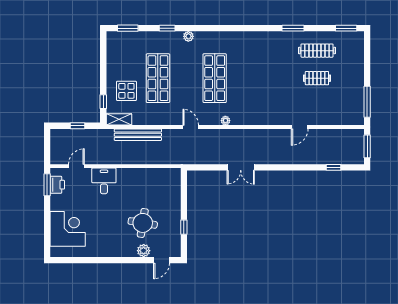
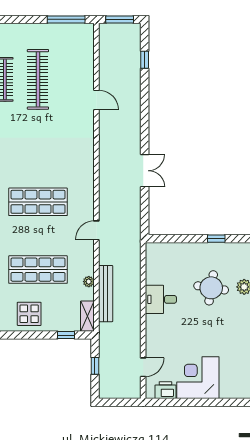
clothes rail: (317, 78) -> (38, 79), width x1.86, depth x1.31
display table: (126, 91) -> (29, 314), moved
plant: (225, 121) -> (89, 282), moved
door: (76, 166) -> (143, 367), swing flipped
desk: (104, 181) -> (161, 299), moved
window: (47, 185) -> (165, 402), removed
corner desk: (68, 229) -> (198, 378), moved

